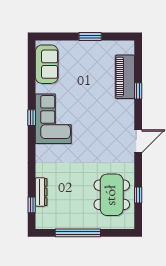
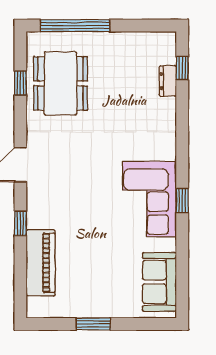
window: (138, 91) -> (20, 223), moved
dresser: (41, 192) -> (168, 81), width x0.70
window: (78, 233) -> (75, 26), moved

